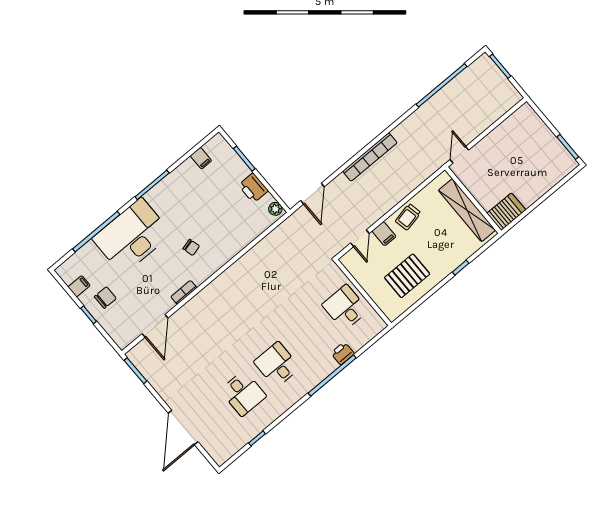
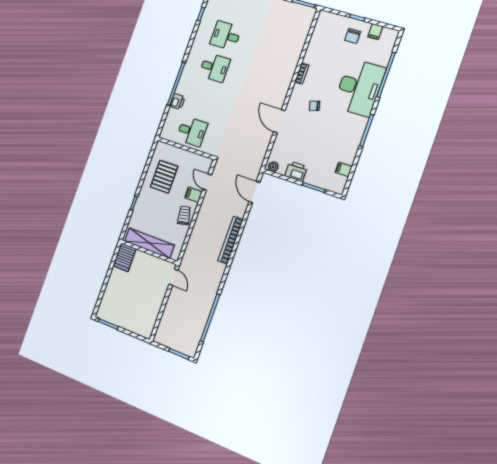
door: (155, 326) -> (279, 121), moved

